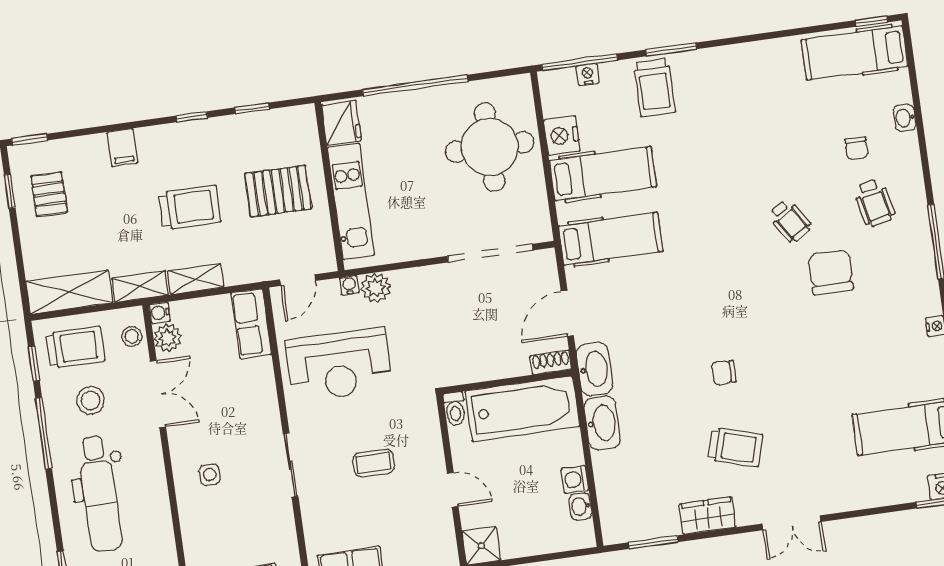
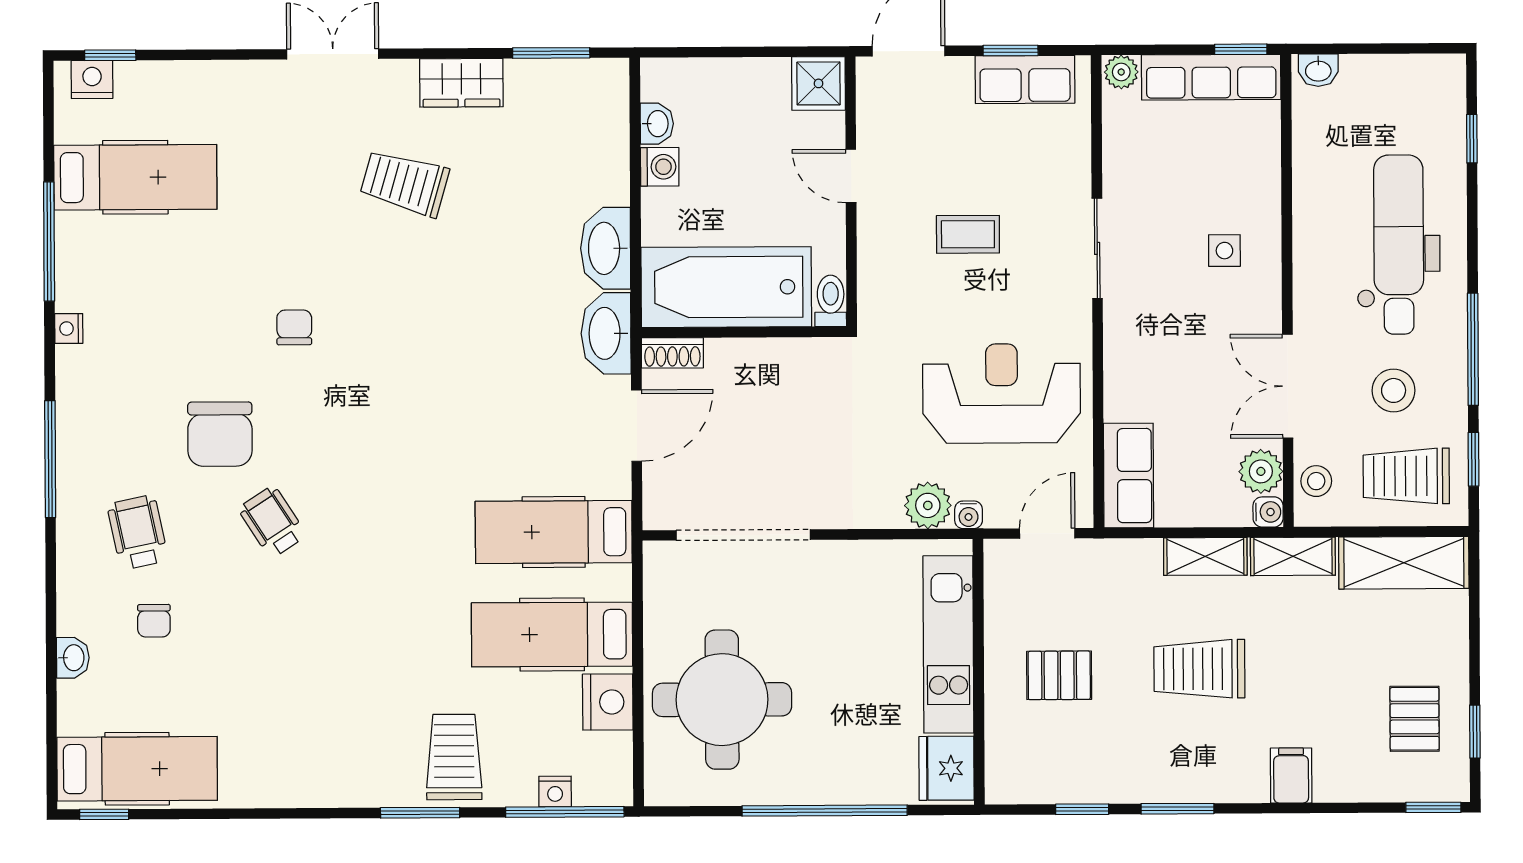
window: (192, 117) -> (1177, 809), width x1.50
chair: (856, 148) -> (154, 621), turned 180
pallet: (278, 191) -> (1059, 675), width x0.67, depth x0.71
chair: (724, 373) -> (294, 327), moved, turned -90

